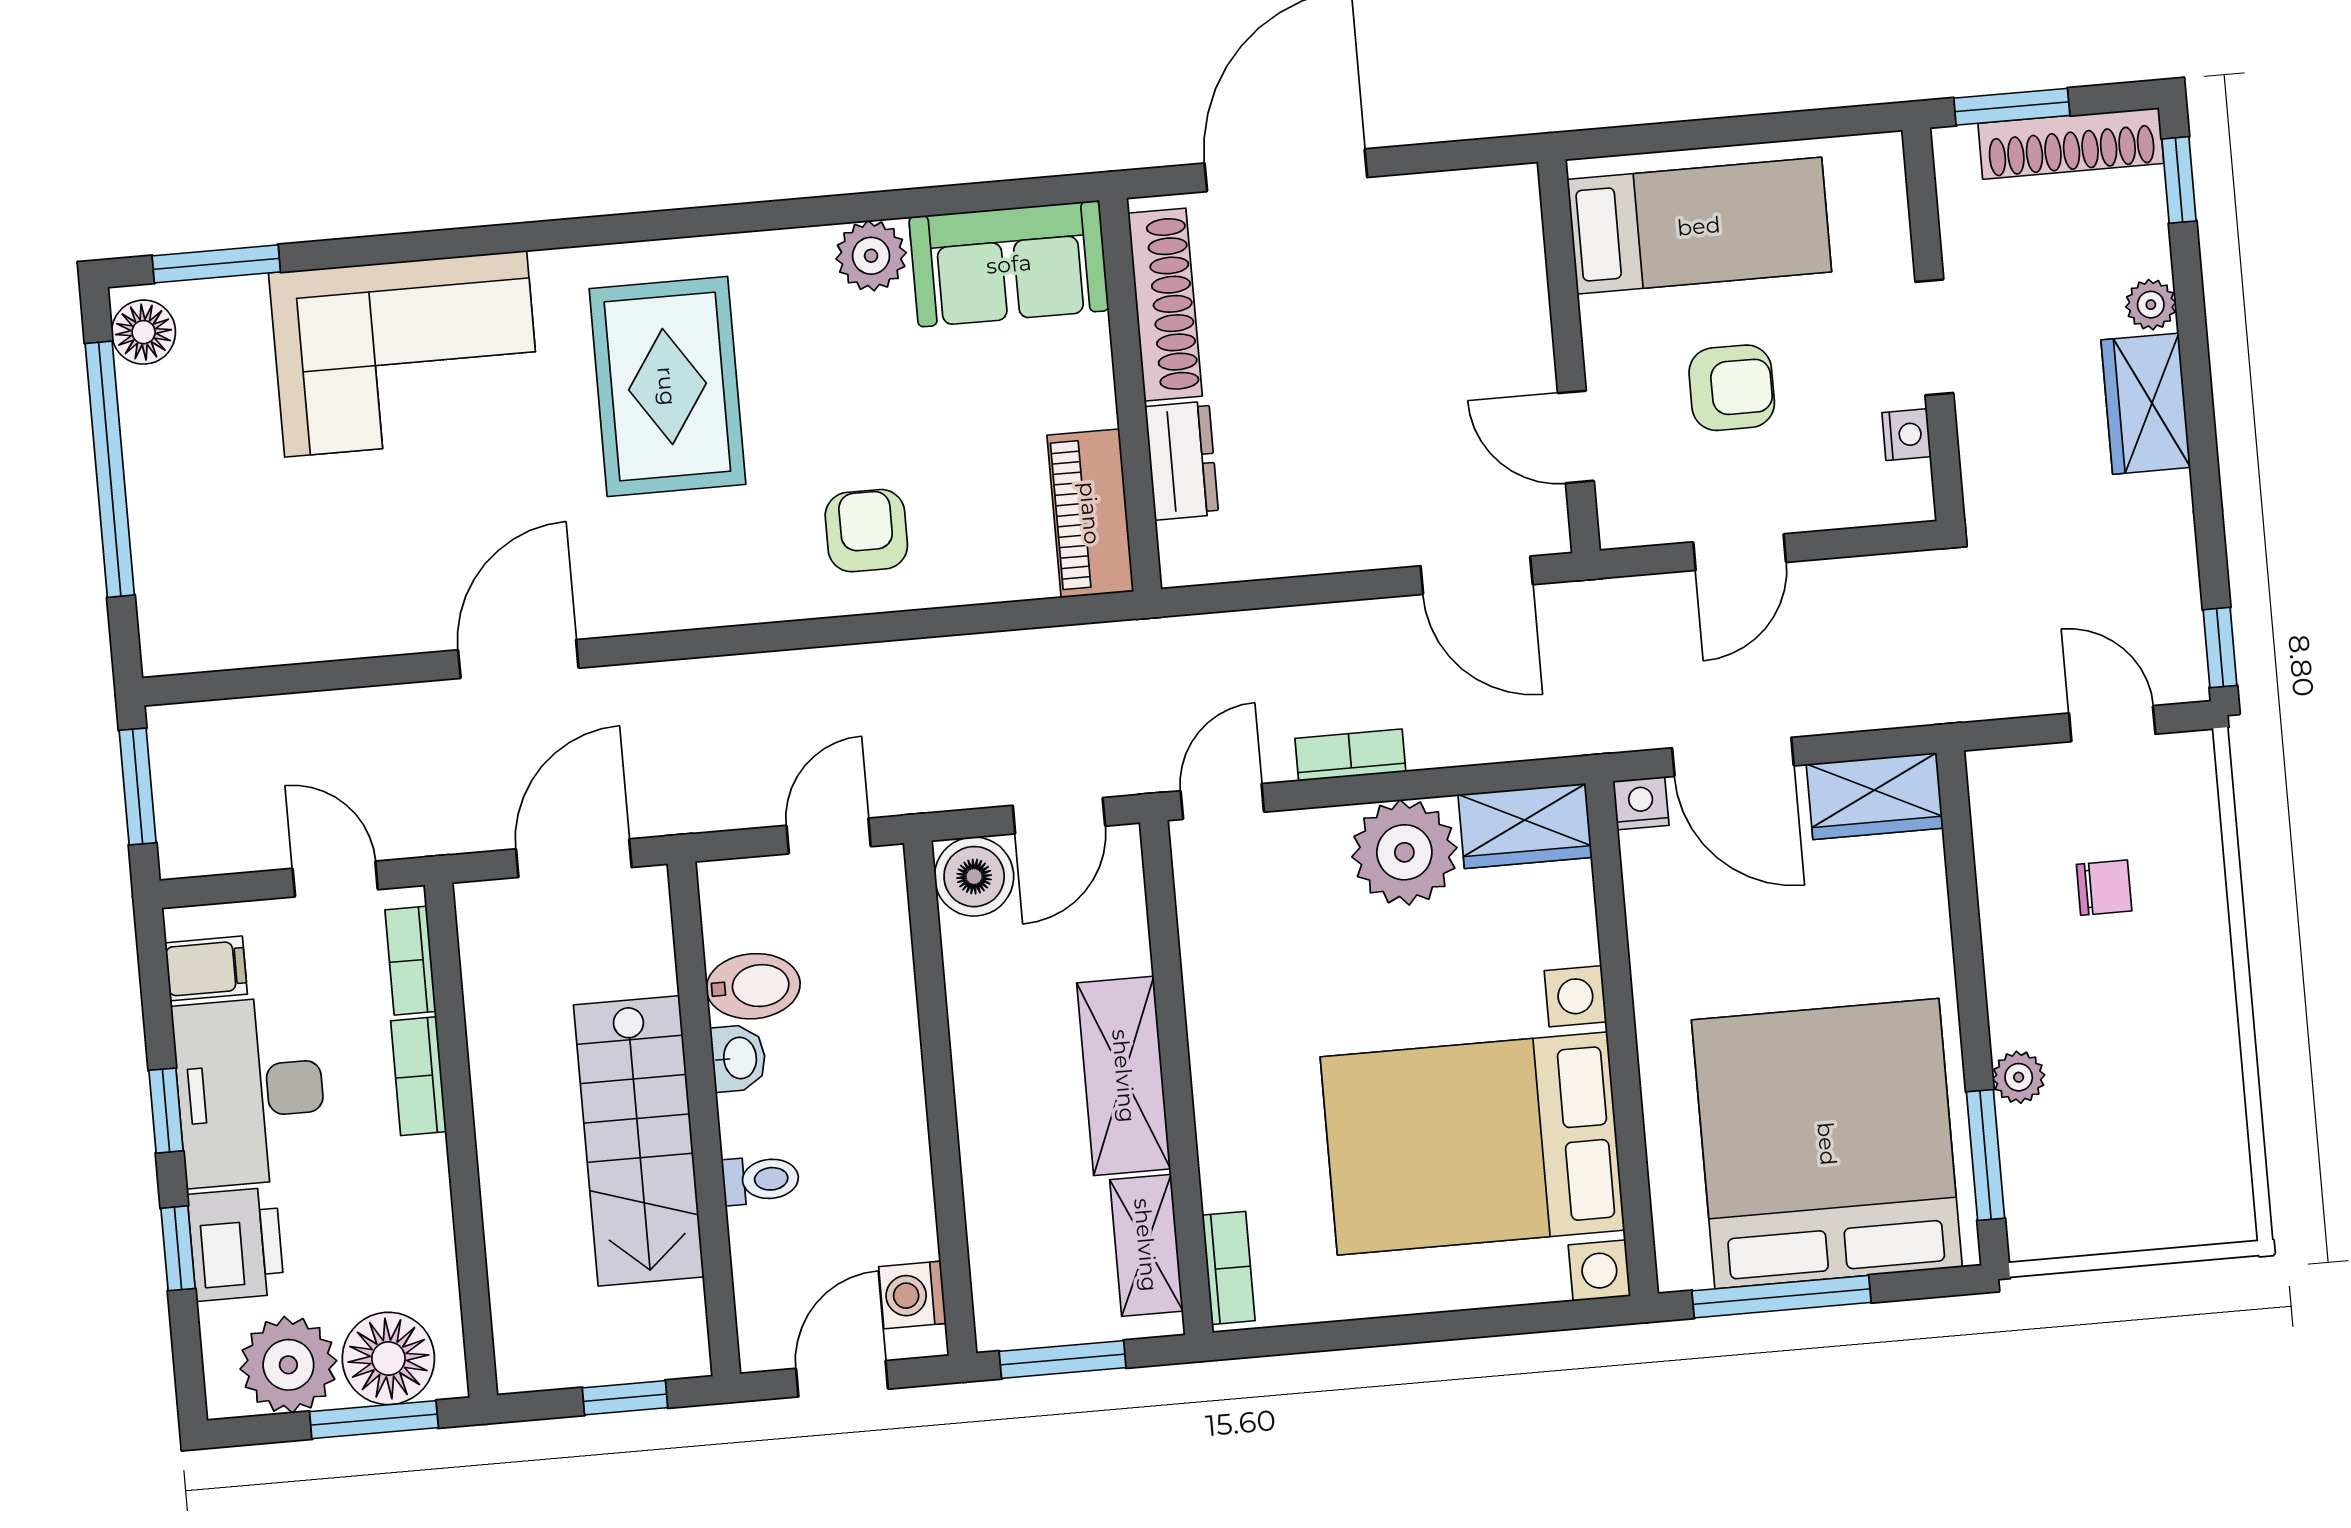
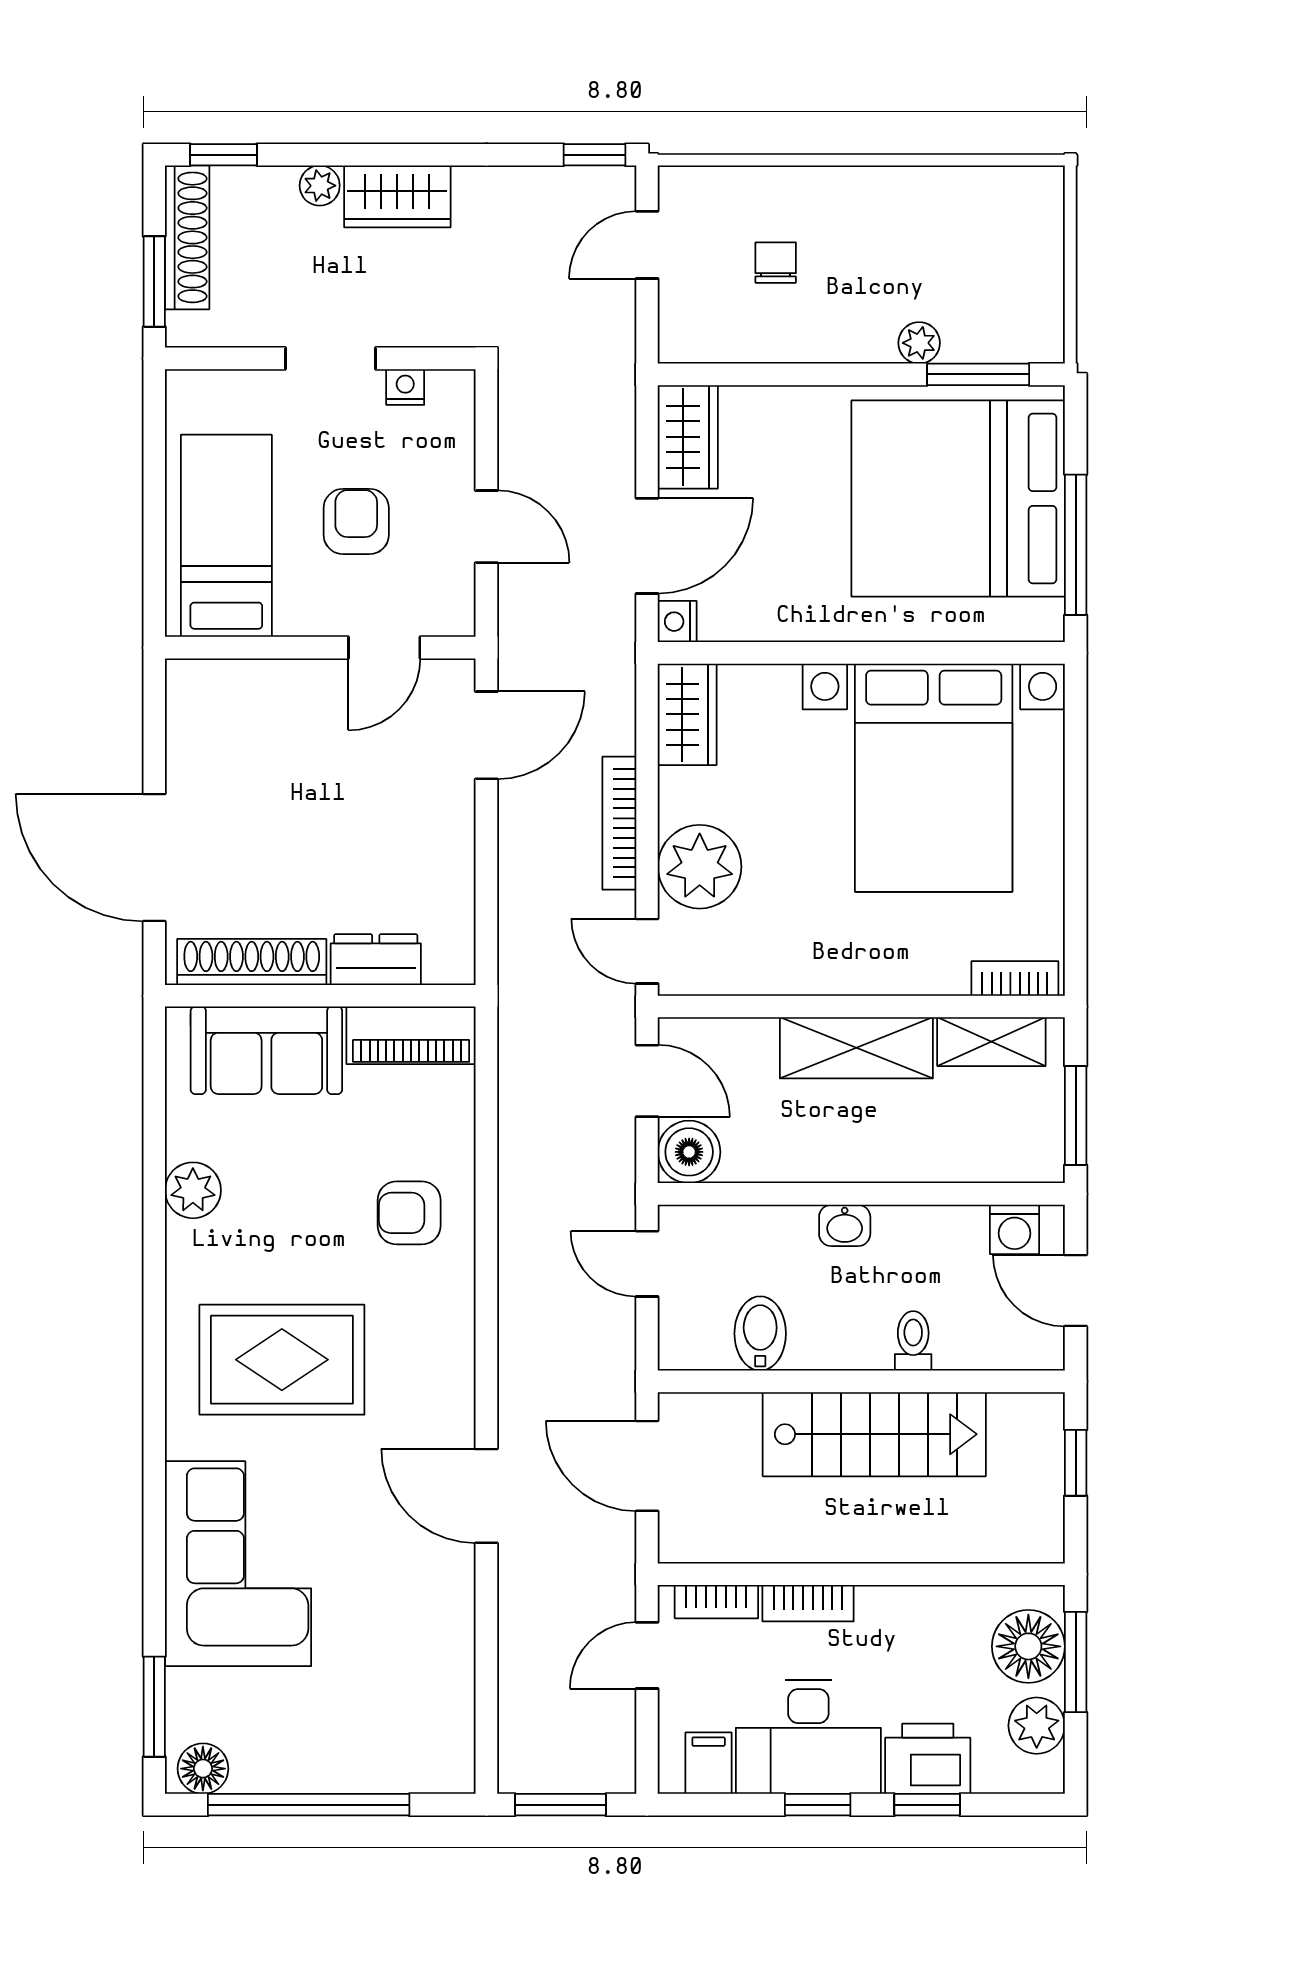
sofa: (1009, 264) -> (266, 1050), moved, turned 90
bookcase: (1350, 755) -> (619, 823), width x1.56
plant: (1404, 852) -> (700, 867), moved
washbasin: (738, 1058) -> (845, 1225), moved, turned 180
plant: (288, 1365) -> (1037, 1726), width x0.73, depth x0.73

